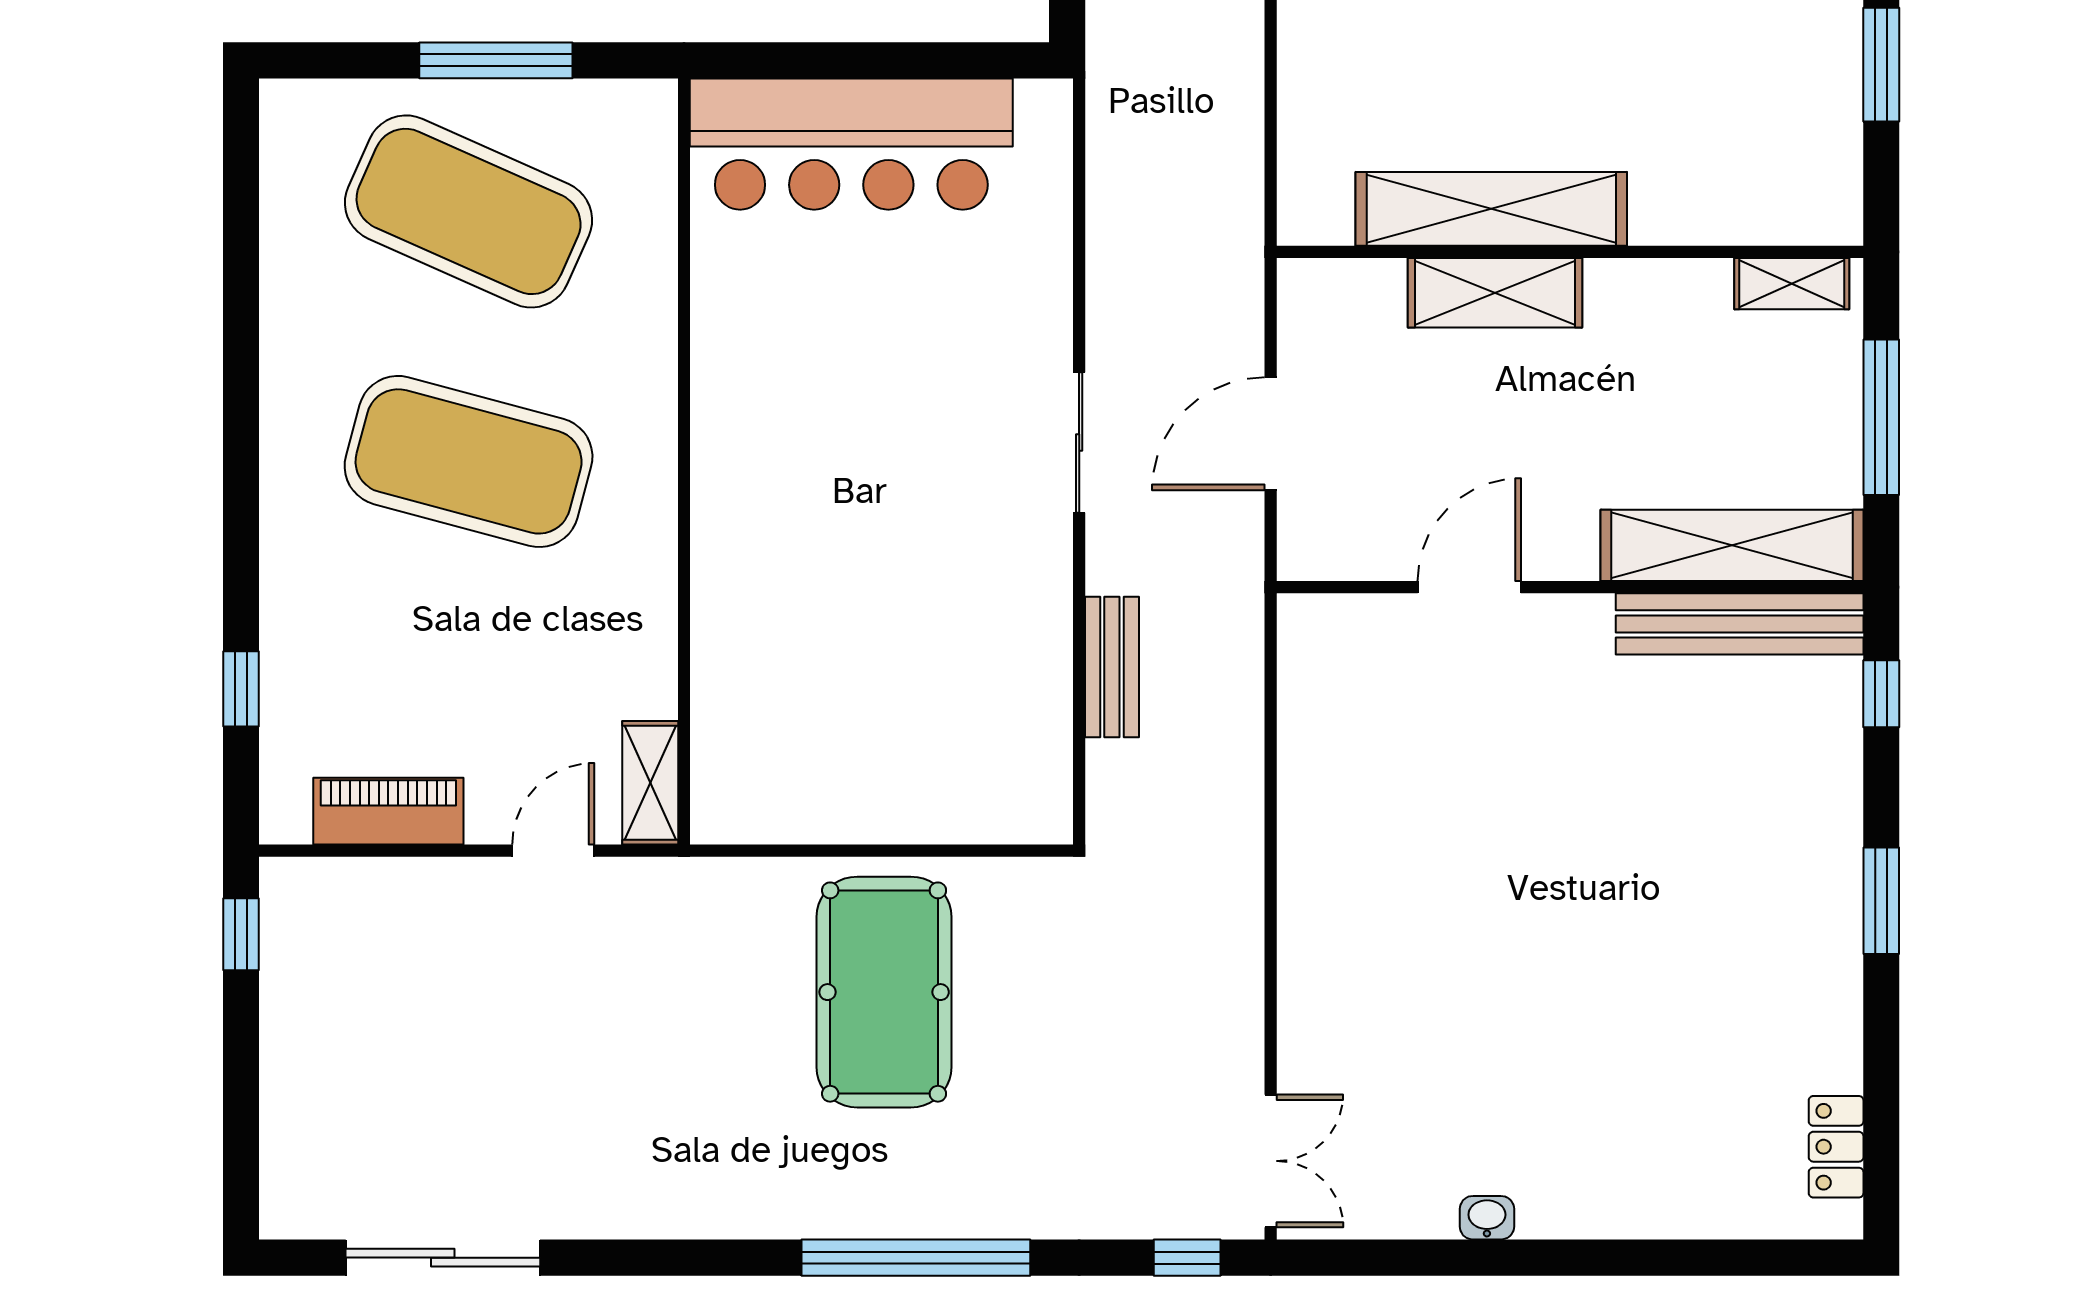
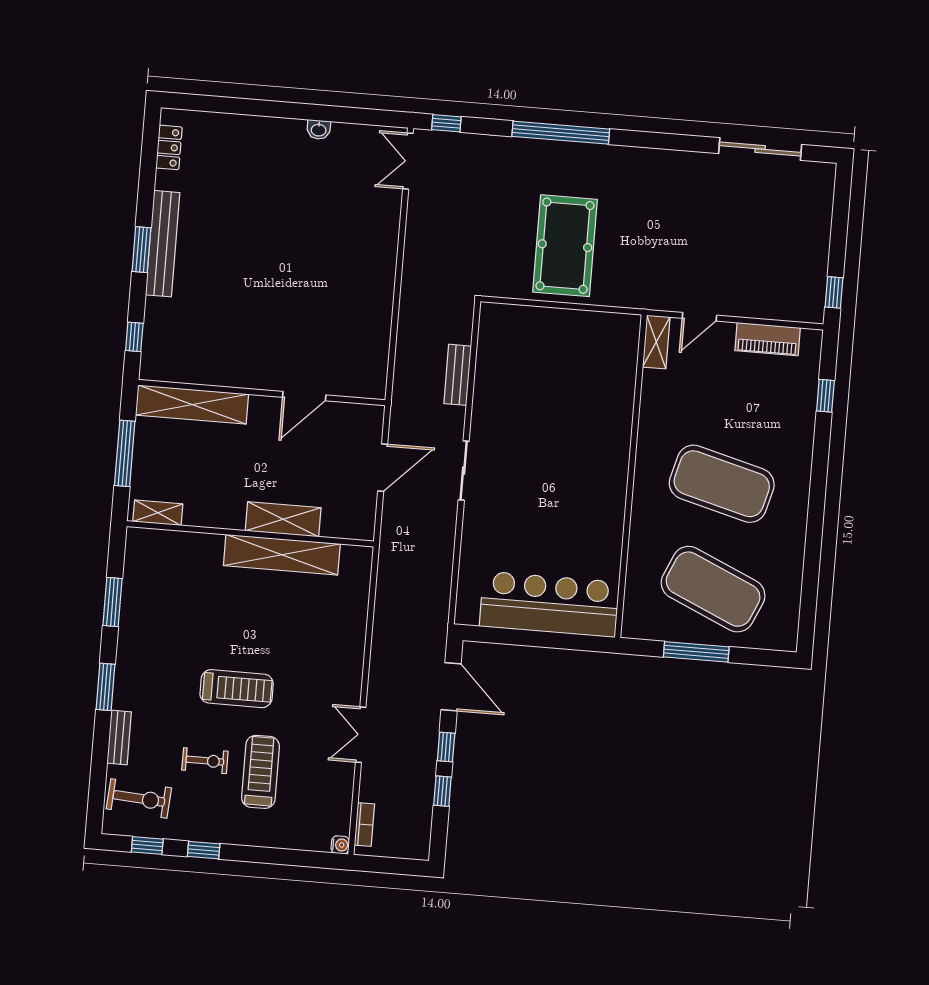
bench: (1740, 624) -> (163, 244), moved, turned 90

